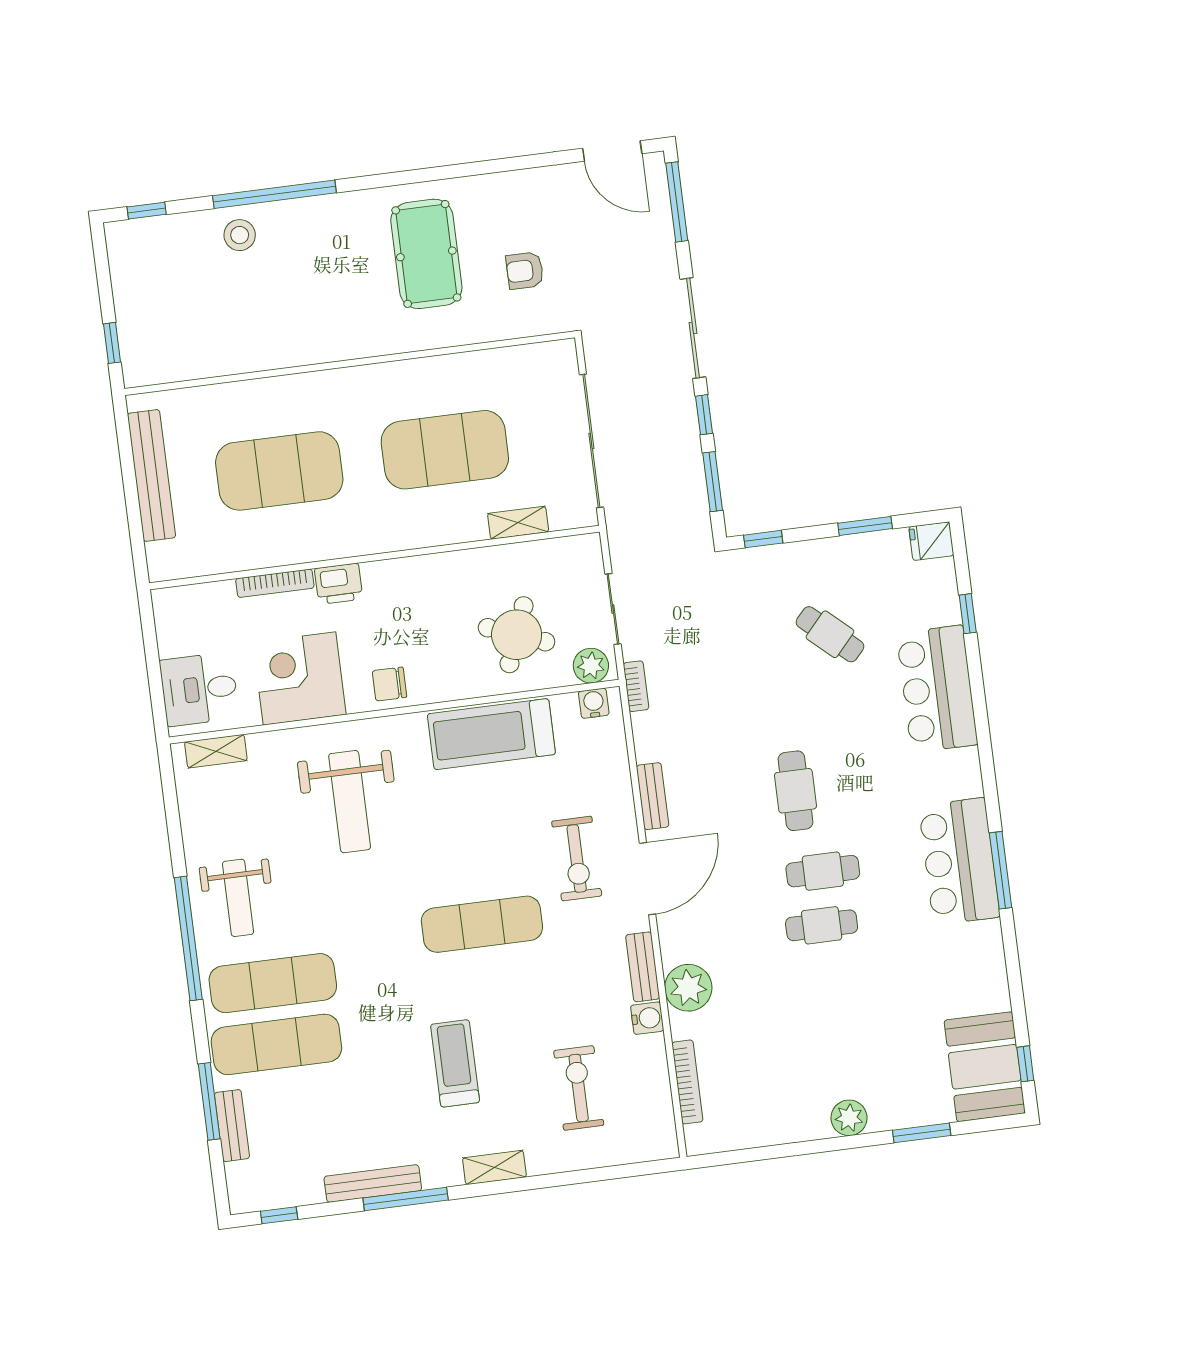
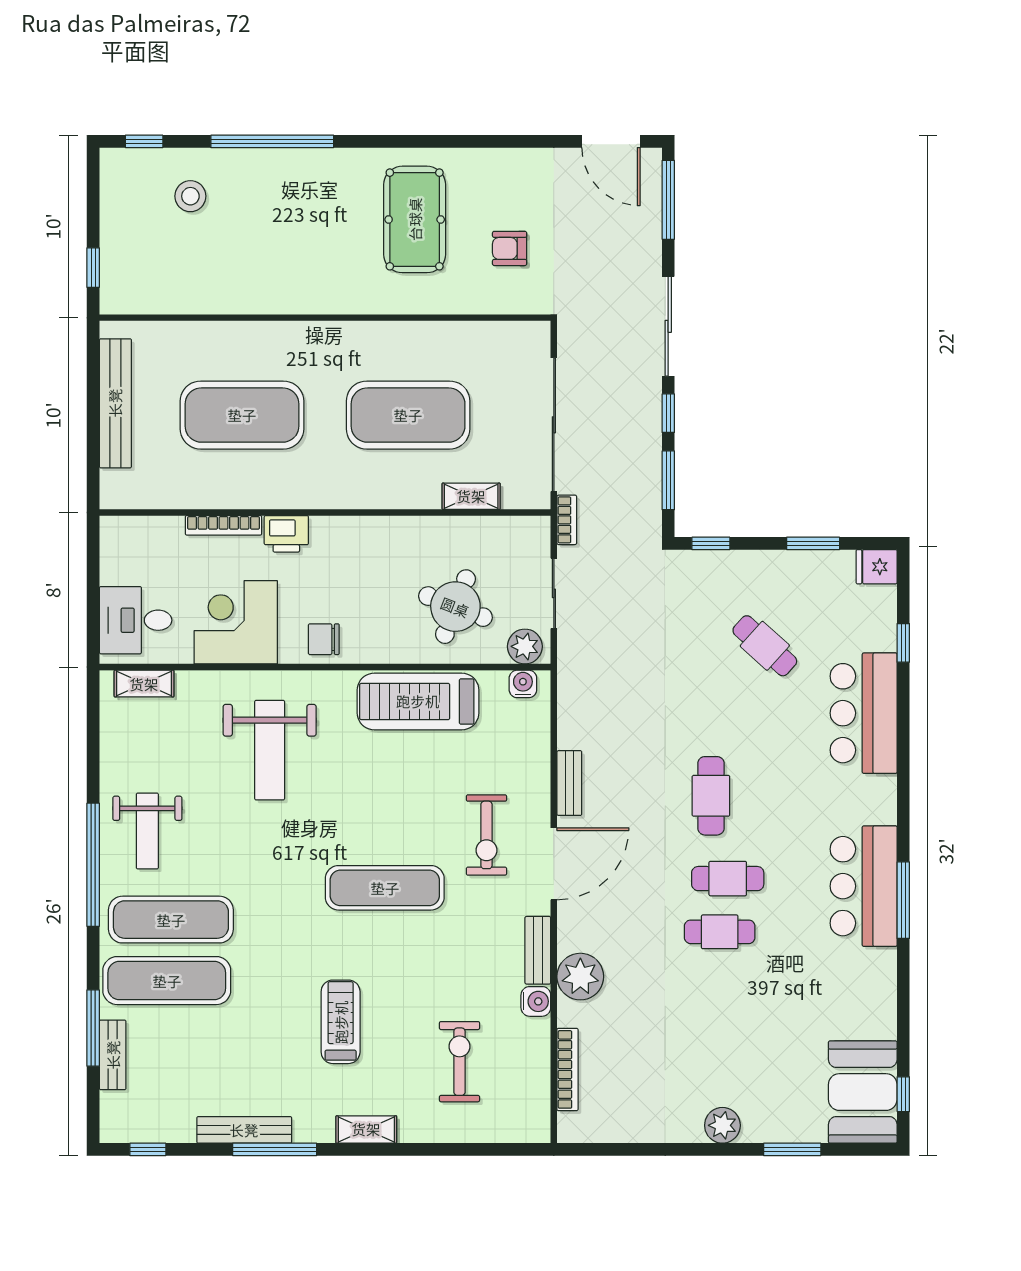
stool: (240, 235) -> (190, 196), moved
bookcase: (636, 686) -> (567, 520), moved

